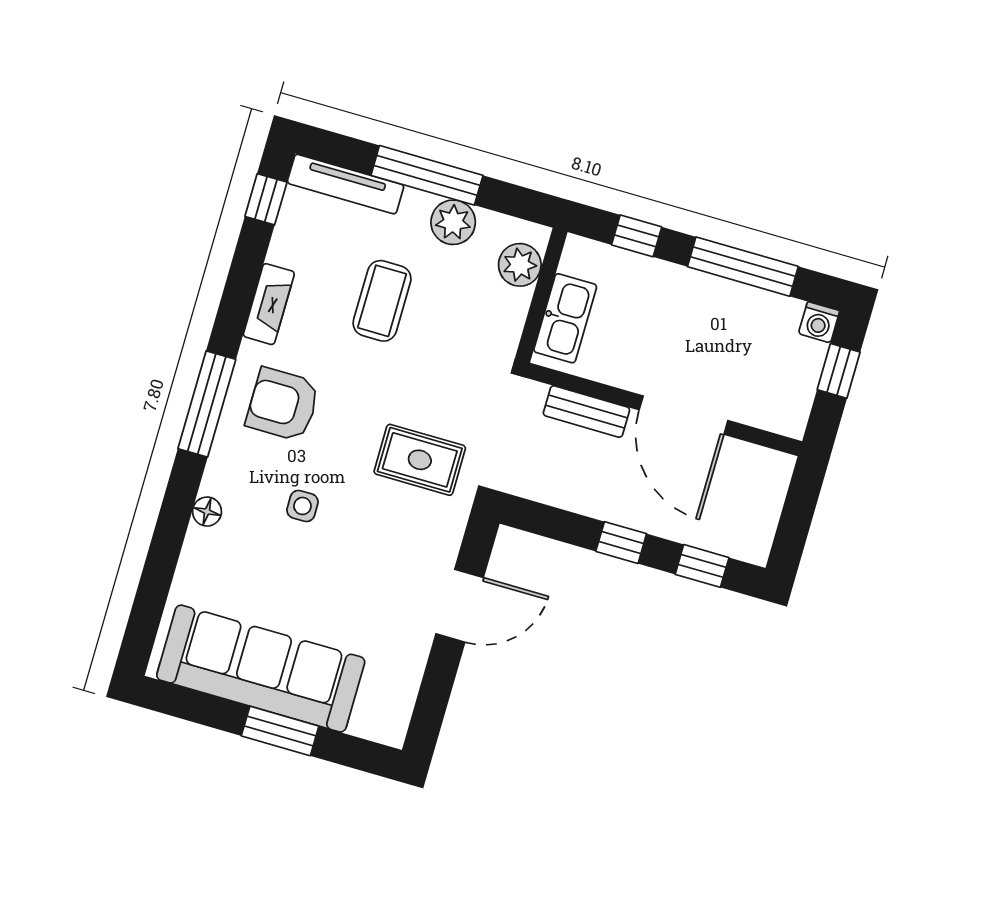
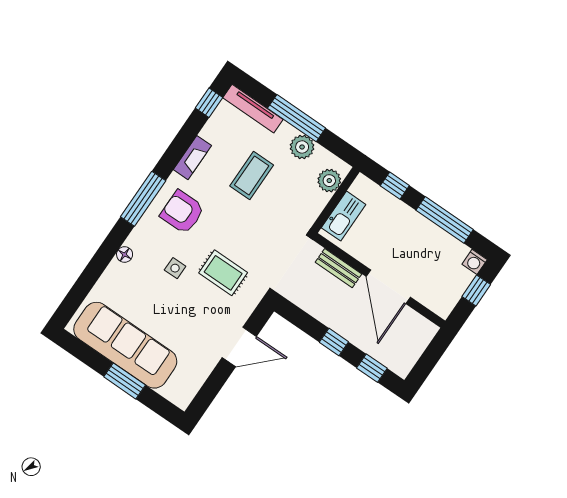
rug: (420, 460) -> (223, 273), moved

